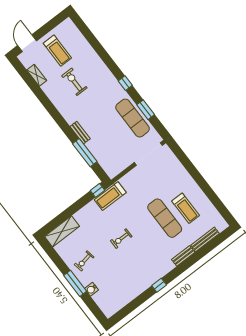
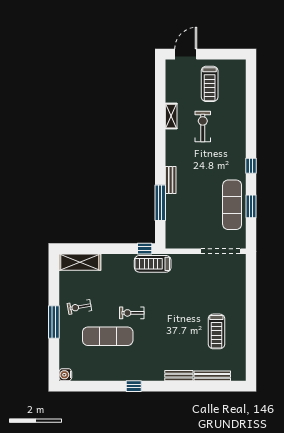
shelving: (37, 75) -> (171, 116), moved
exercise mat: (165, 218) -> (108, 336), moved, turned 90
water cooler: (91, 289) -> (65, 375), moved

